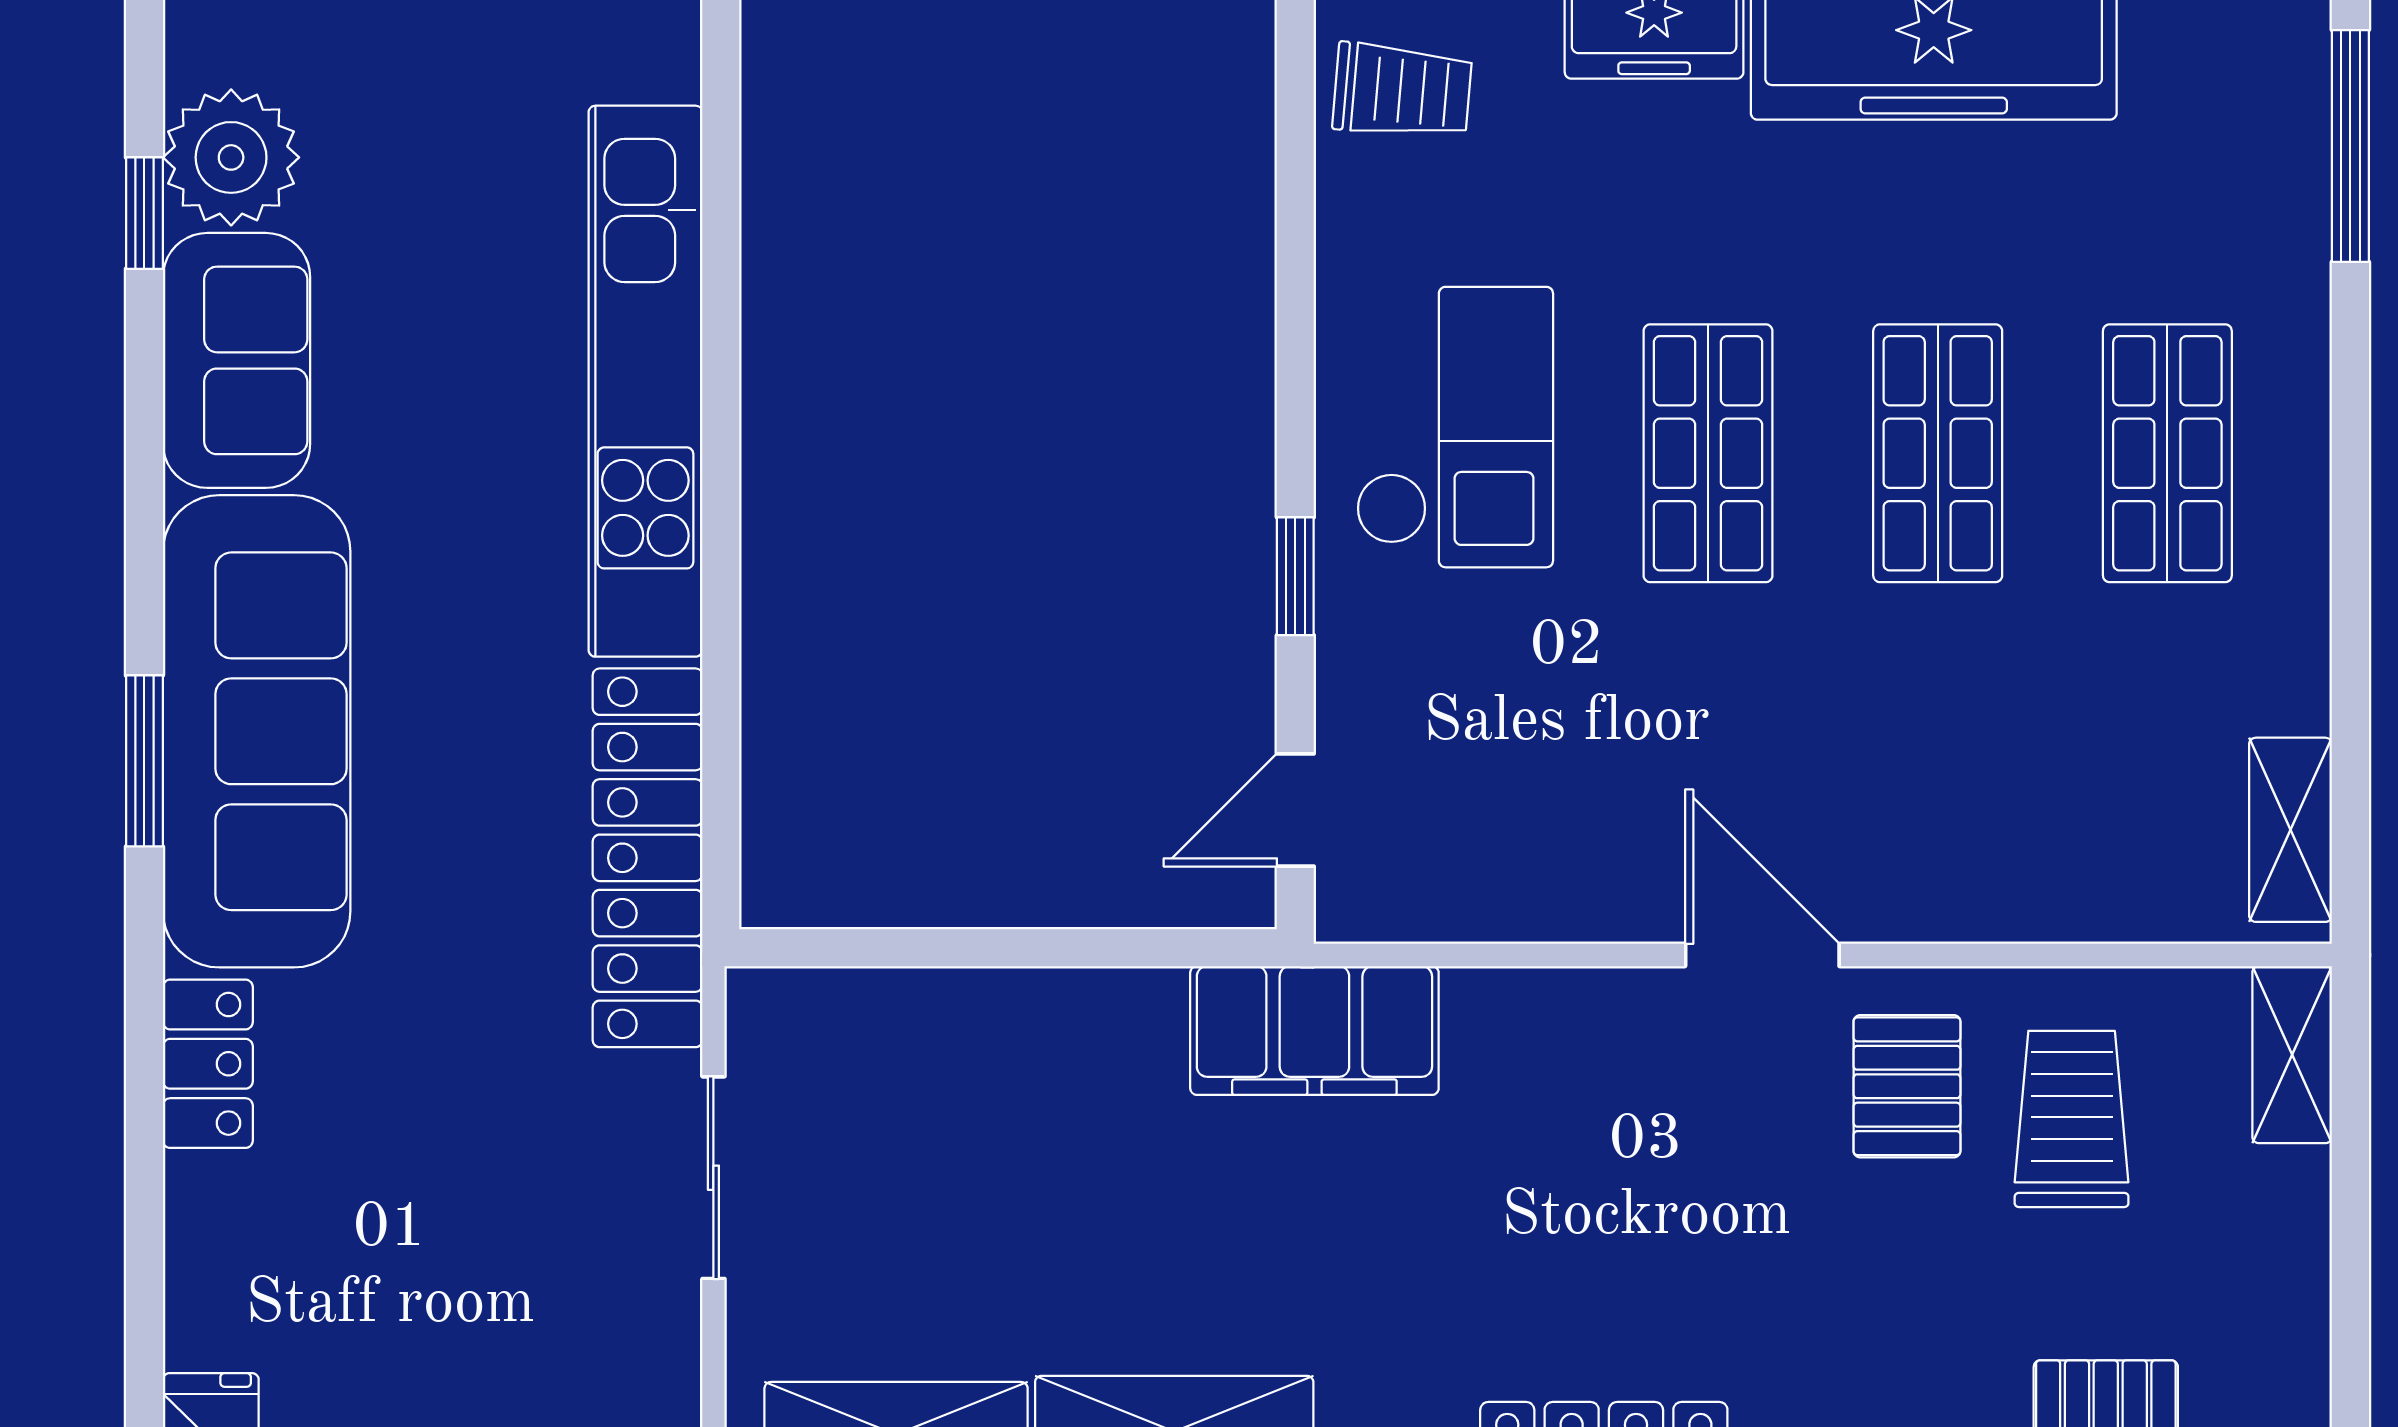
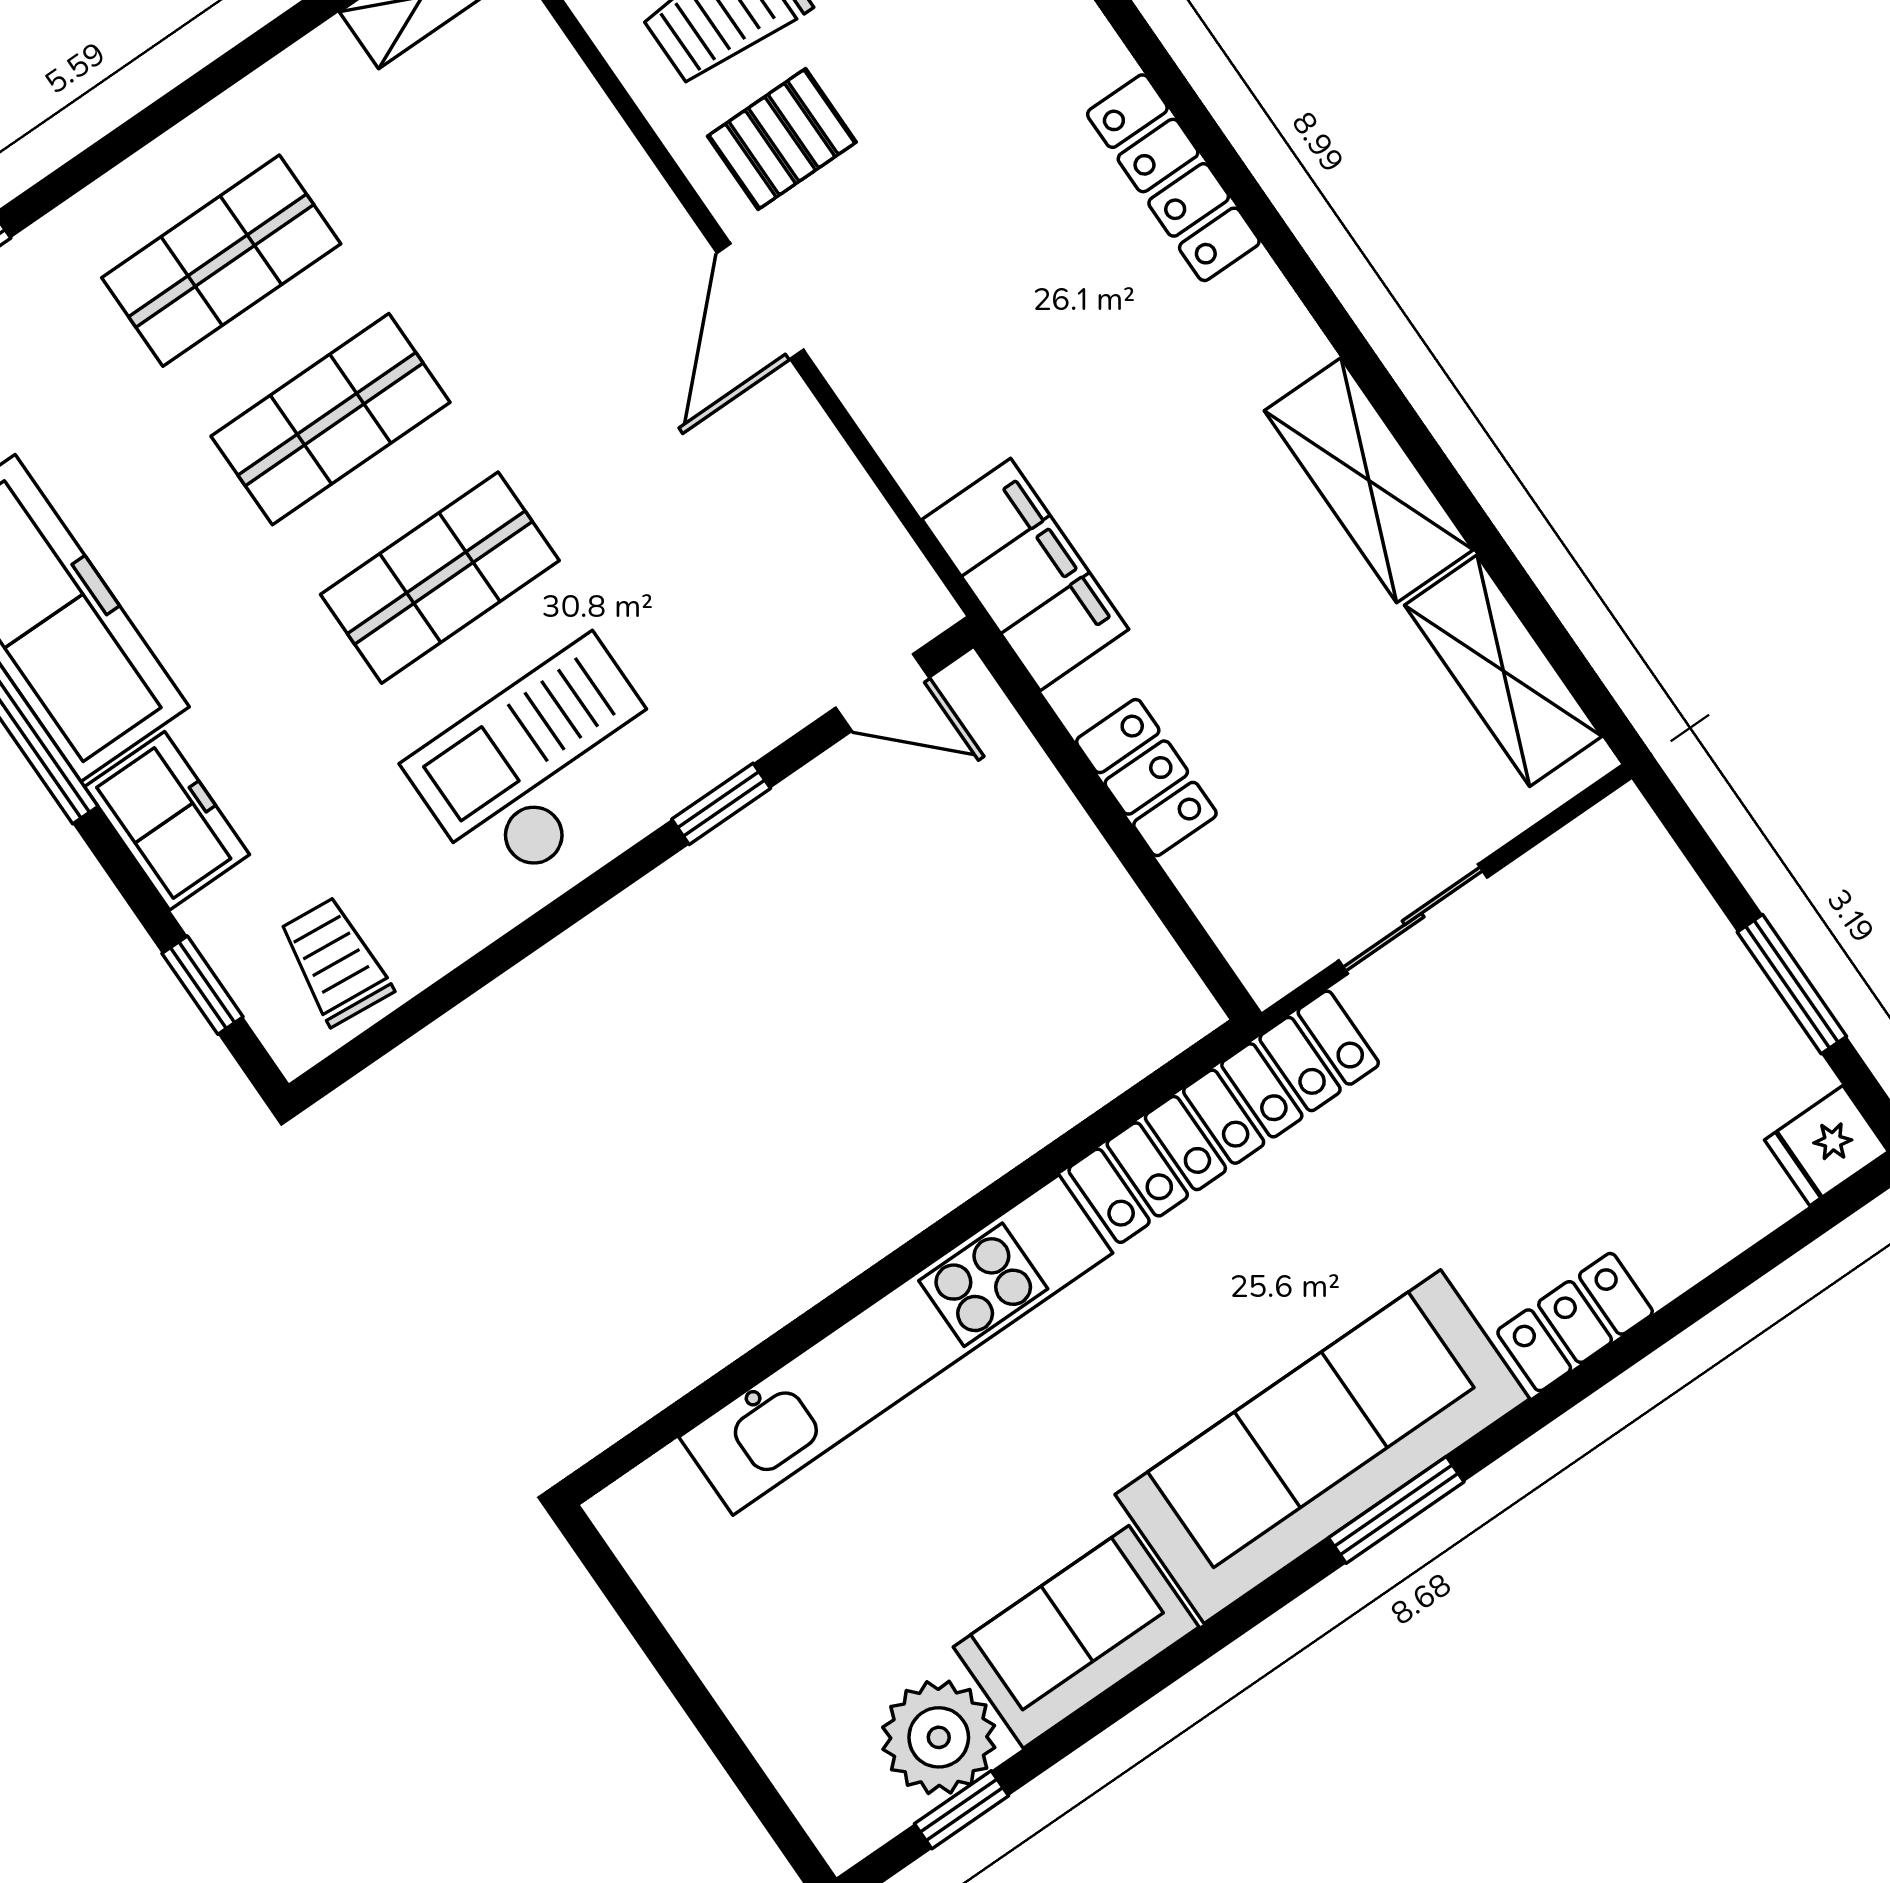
window: (144, 213) -> (962, 1810), moved
locker: (1033, 1012) -> (1146, 778), added

